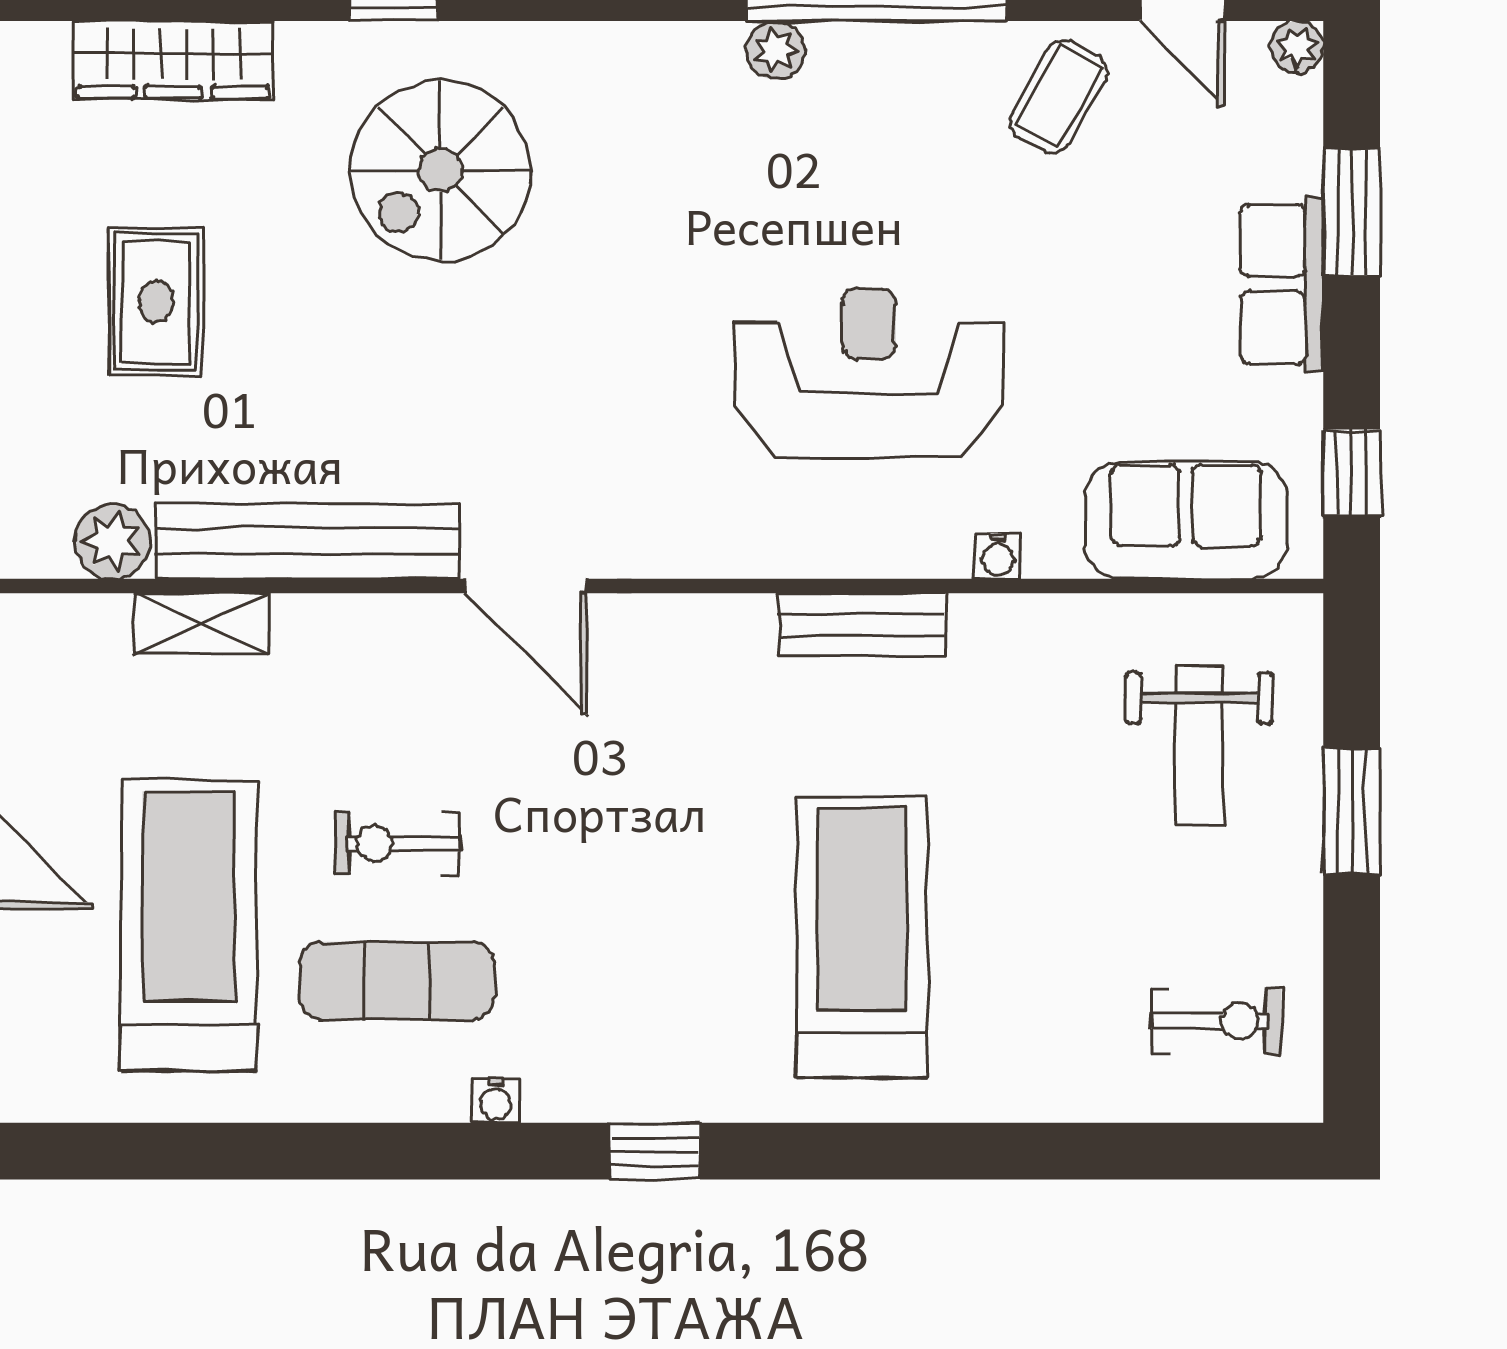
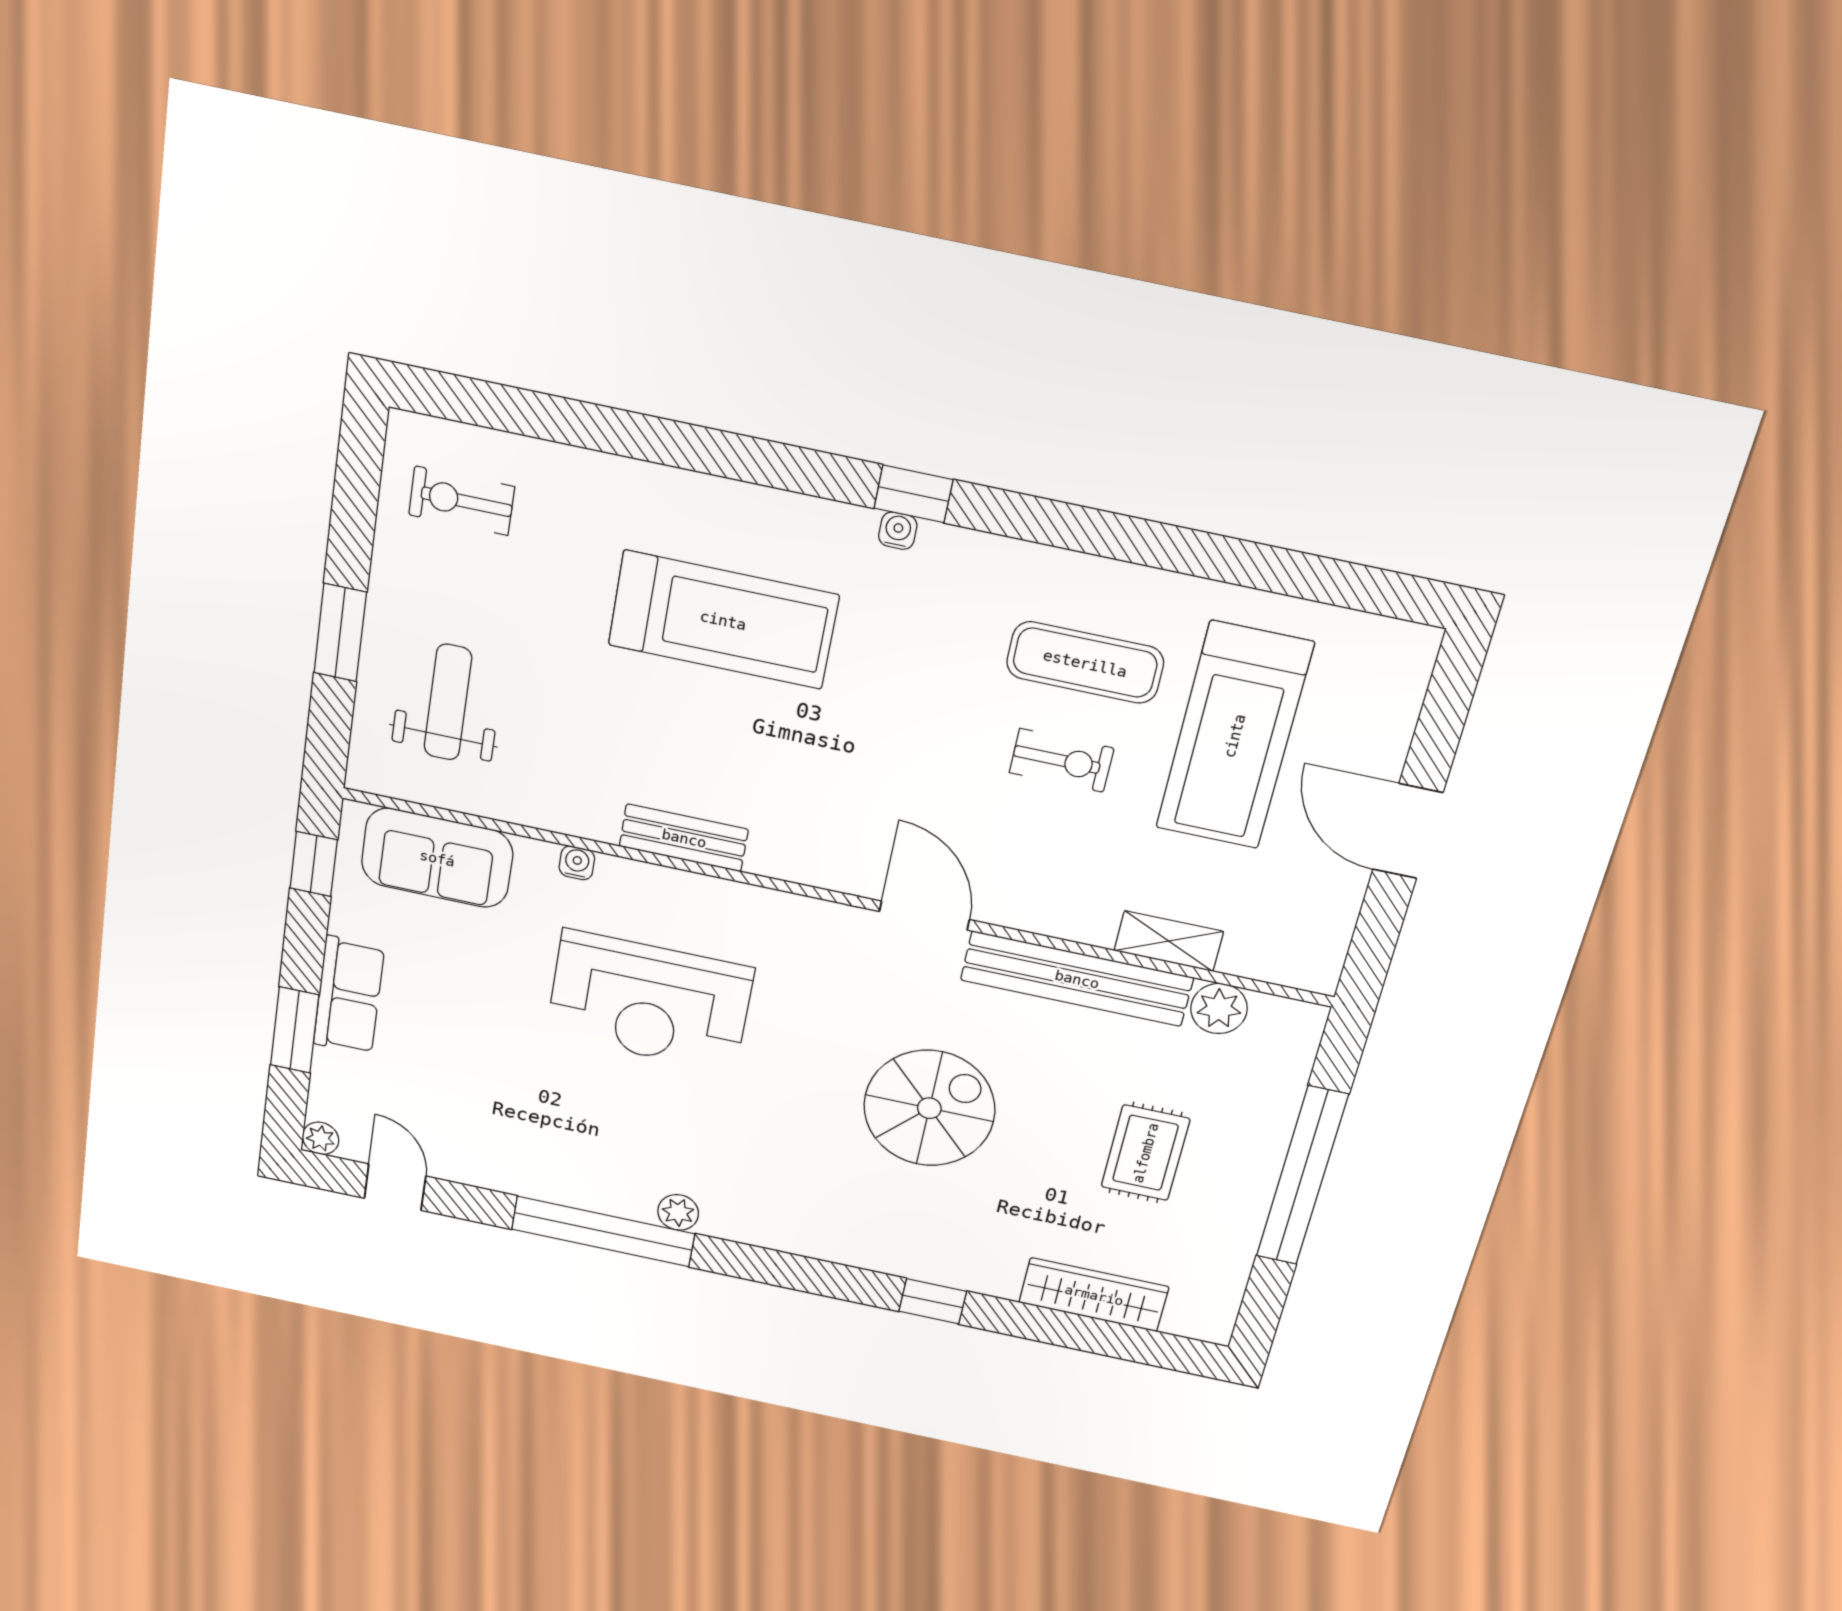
coffee table: (1059, 97) -> (488, 1144), removed
spiral stairs: (440, 170) -> (929, 1108), moved
treadmill: (862, 937) -> (723, 620), turned -90
water cooler: (496, 1100) -> (898, 531), moved

